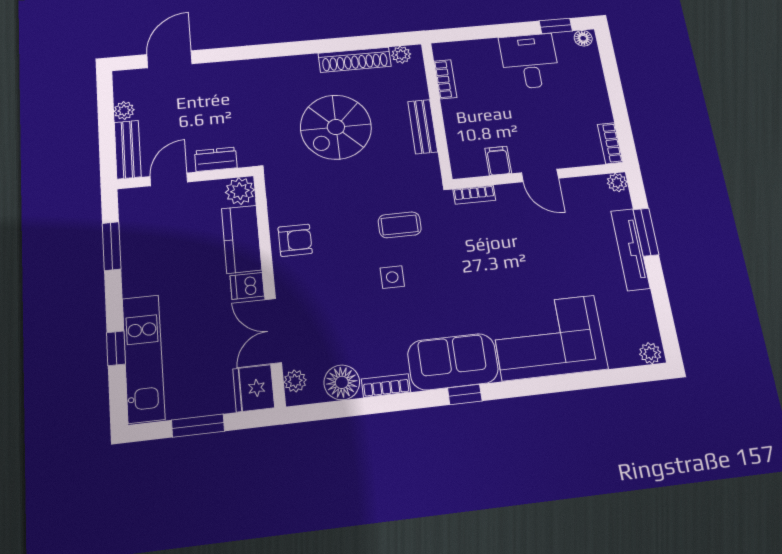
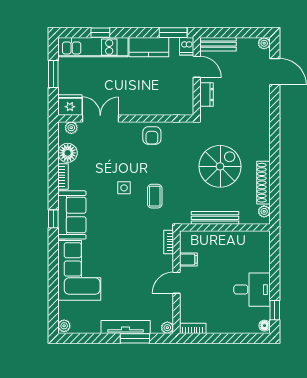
bookcase: (445, 79) -> (245, 236), removed
plant: (124, 111) -> (264, 43), moved
spiral stairs: (336, 127) -> (220, 166), turned 90
bench: (423, 127) -> (215, 218), width x1.36
plant: (240, 191) -> (185, 107), removed
kitchen counter: (242, 239) -> (149, 47), moved, turned 180
window: (112, 246) -> (173, 33), moved
dishwasher: (247, 286) -> (187, 46), moved, turned 180

